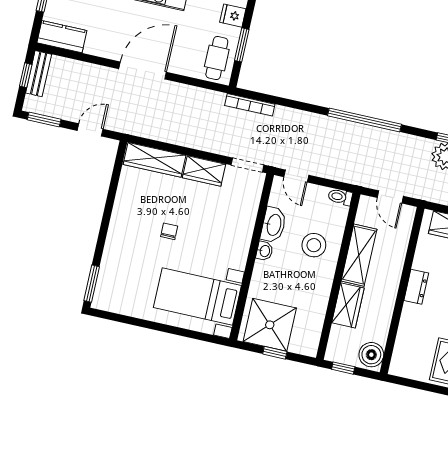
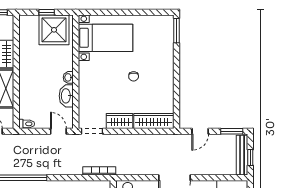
bench: (39, 74) -> (242, 155), width x1.36
stool: (314, 245) -> (37, 88), removed

